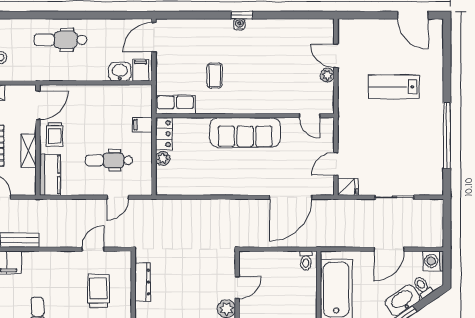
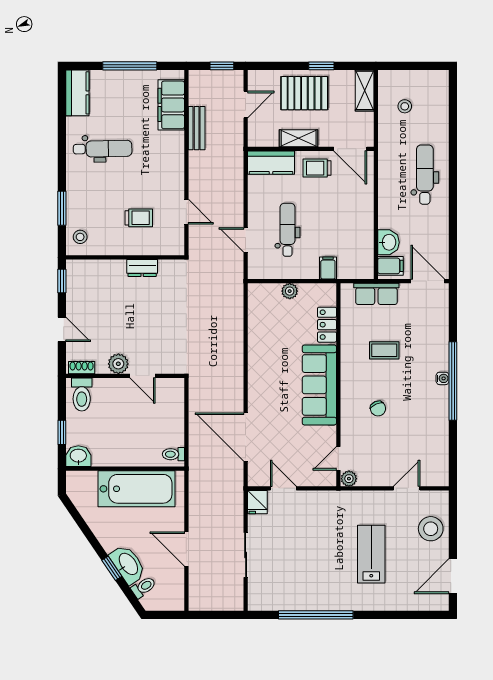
window: (242, 15) -> (453, 381), width x3.17
stool: (371, 35) -> (431, 529), added
plant: (327, 75) -> (349, 479), moved
chair: (266, 81) -> (378, 409), added
row of seats: (175, 105) -> (376, 294), moved, turned 90
locker: (164, 134) -> (327, 325), moved, turned 90
washing machine: (433, 261) -> (173, 599), removed
dresser: (142, 282) -> (142, 268), width x0.70
trolley: (98, 291) -> (139, 218), width x0.73, depth x0.72

